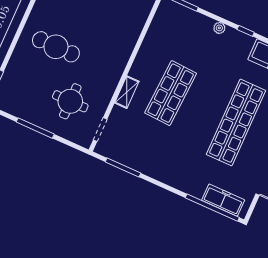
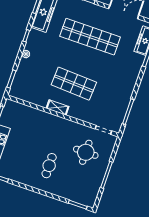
cafe table: (56, 47) -> (49, 166), width x0.73, depth x0.74
shelving: (127, 92) -> (58, 108), moved

